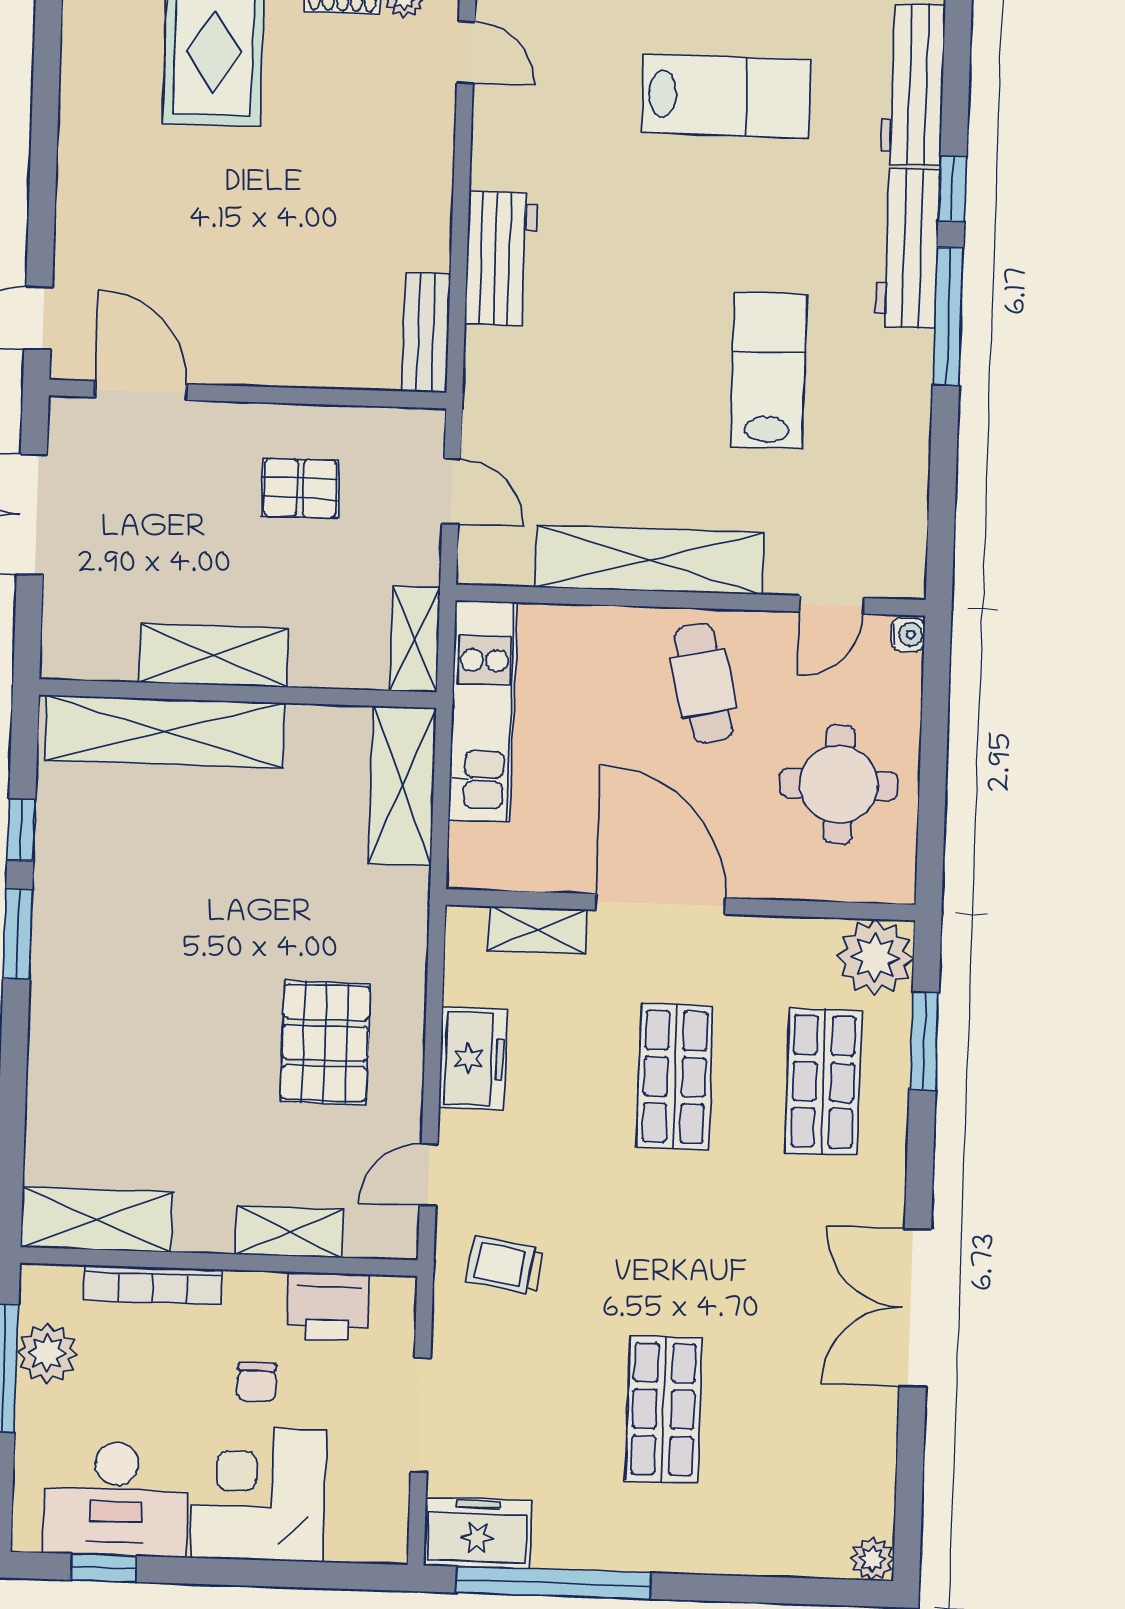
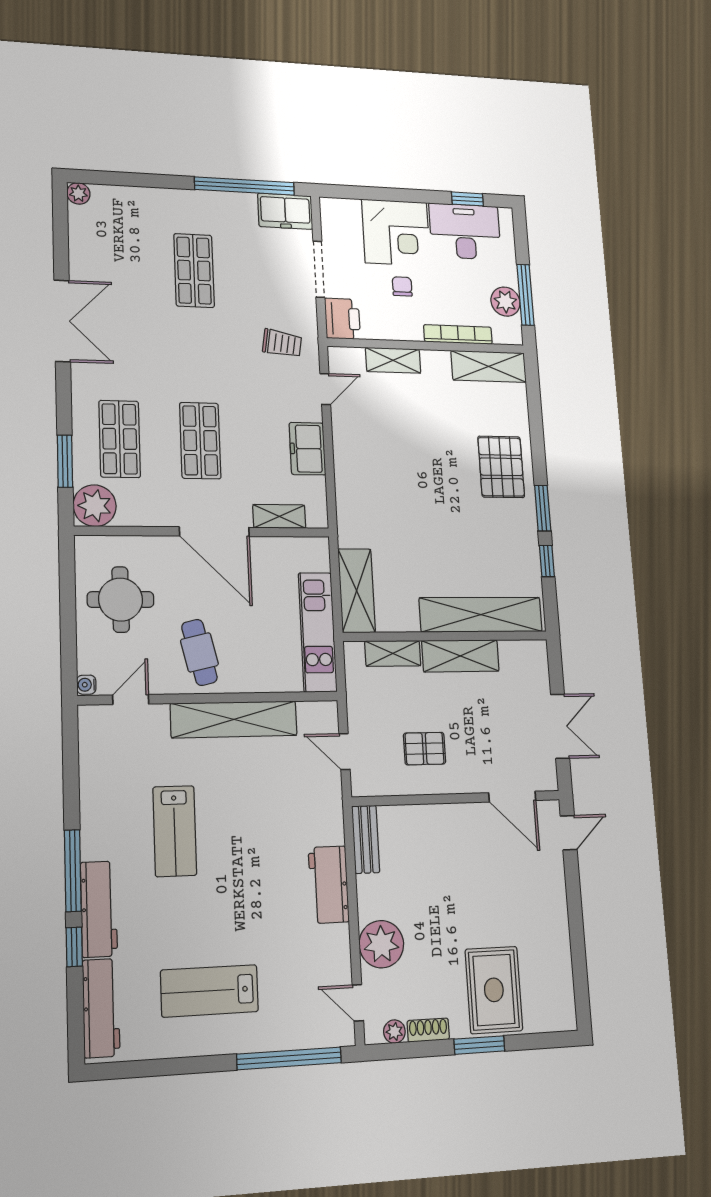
plant: (414, 148) -> (381, 944), added
shelving: (415, 639) -> (393, 653), moved, turned 90
pallet: (325, 1043) -> (501, 467), moved
printer: (328, 1306) -> (342, 319), moved, turned 90

